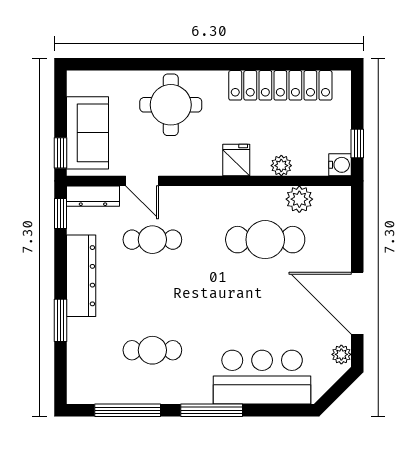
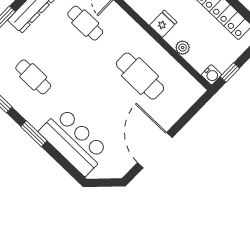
plant: (299, 199) -> (176, 72), removed
plant: (341, 354) -> (123, 168), removed
window: (212, 410) -> (34, 134), width x0.69

